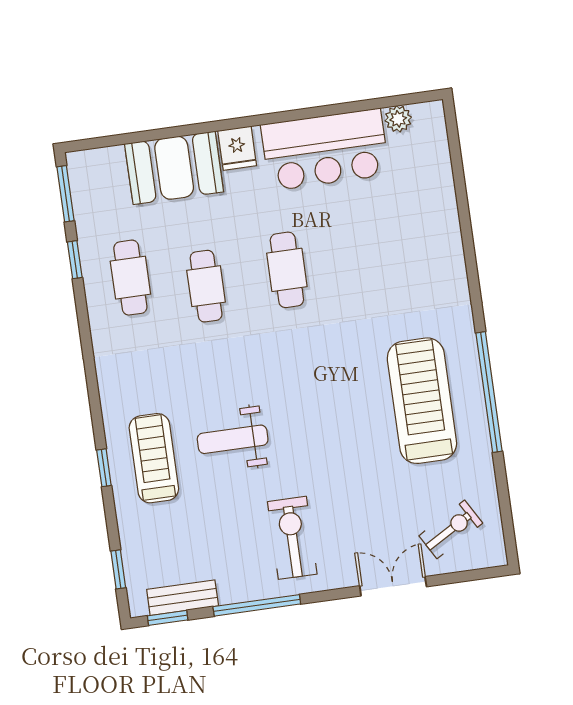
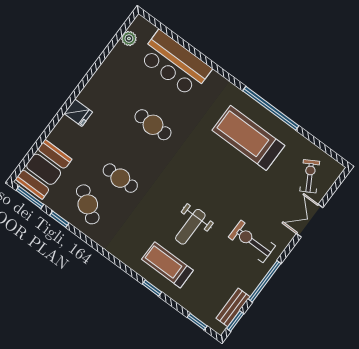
bar counter: (325, 150) -> (175, 63), moved, turned 90
booth: (174, 168) -> (44, 169), moved
cafe table: (287, 270) -> (153, 125), moved
cafe table: (130, 278) -> (88, 204), turned 35

